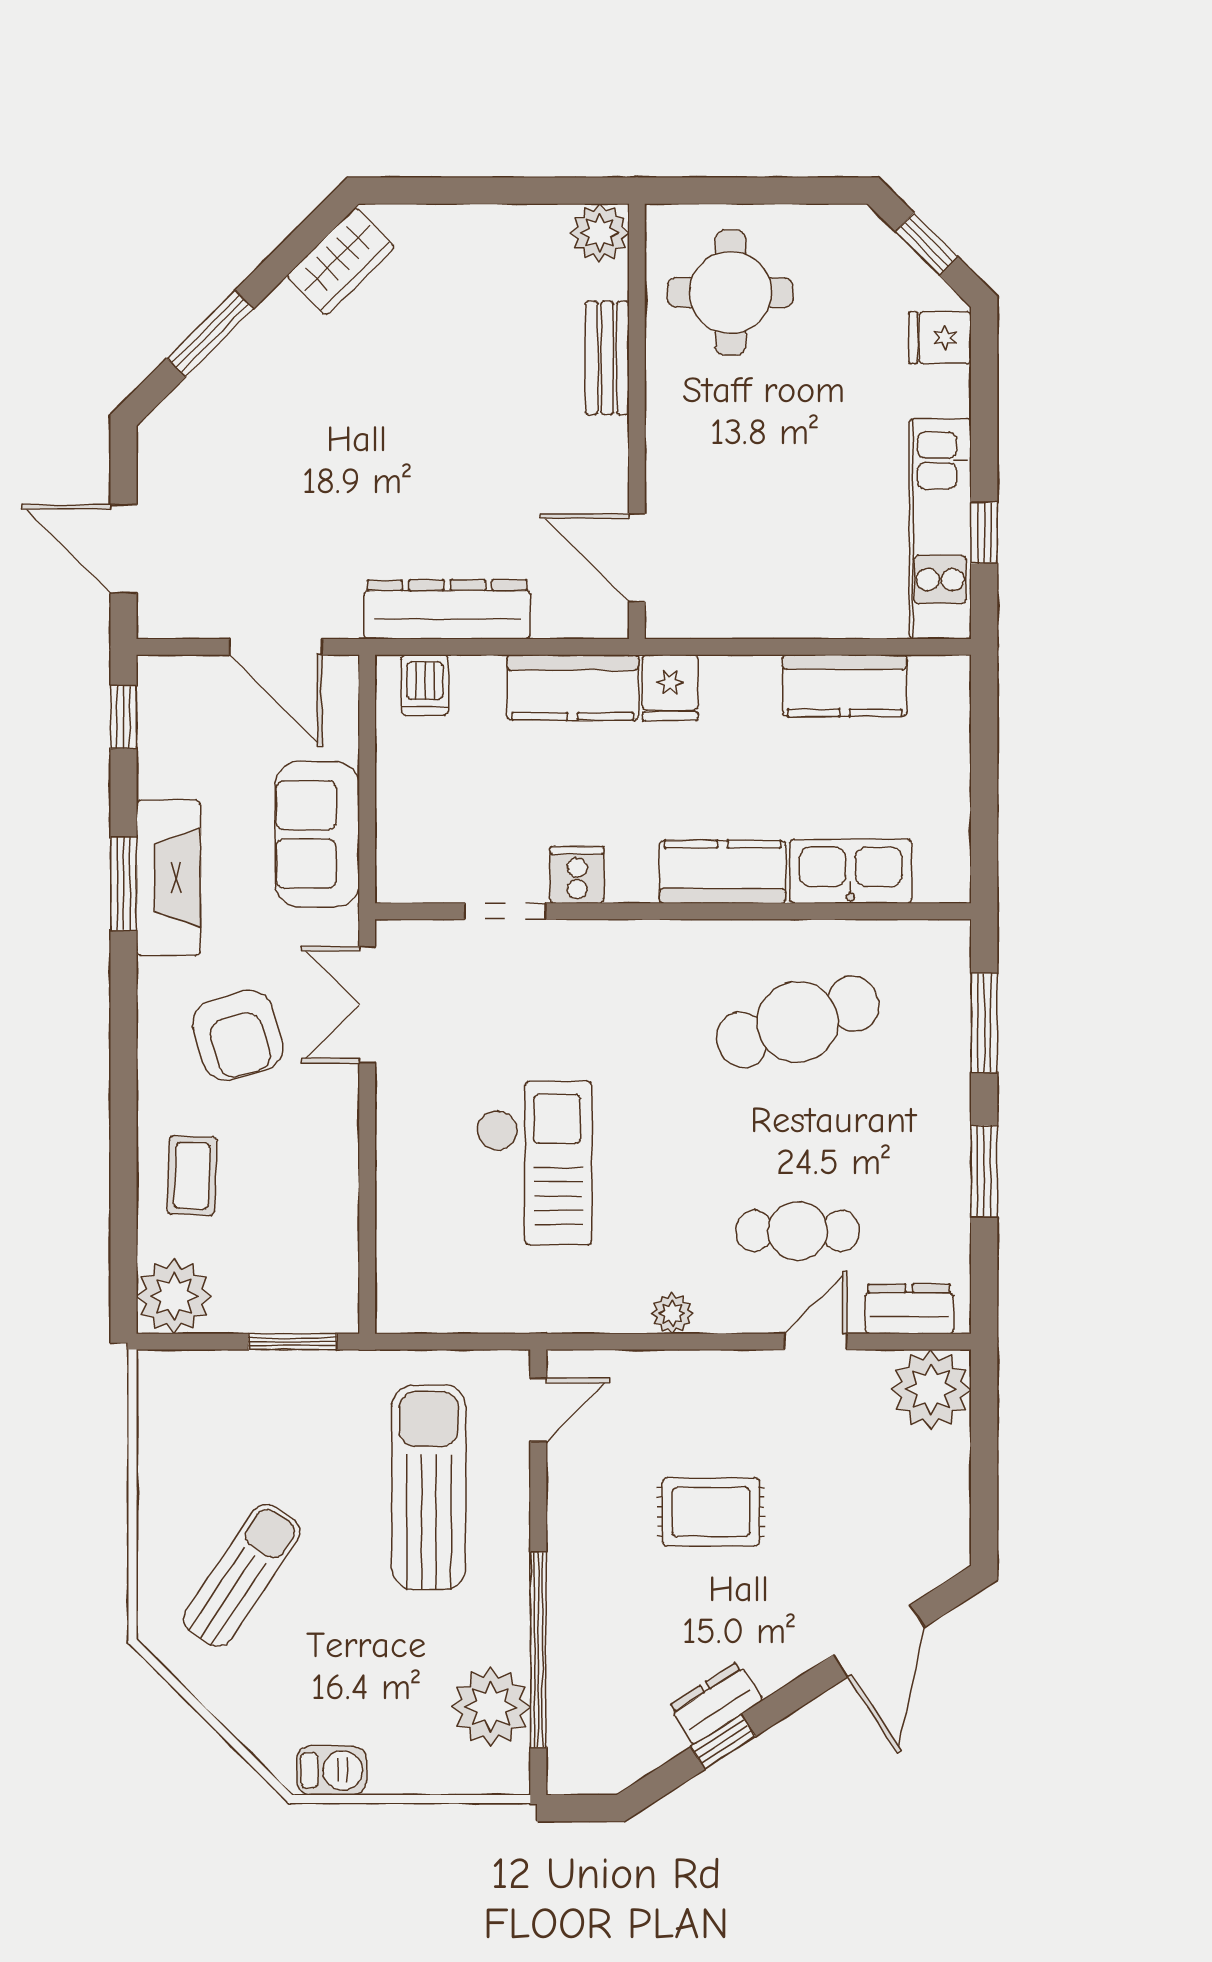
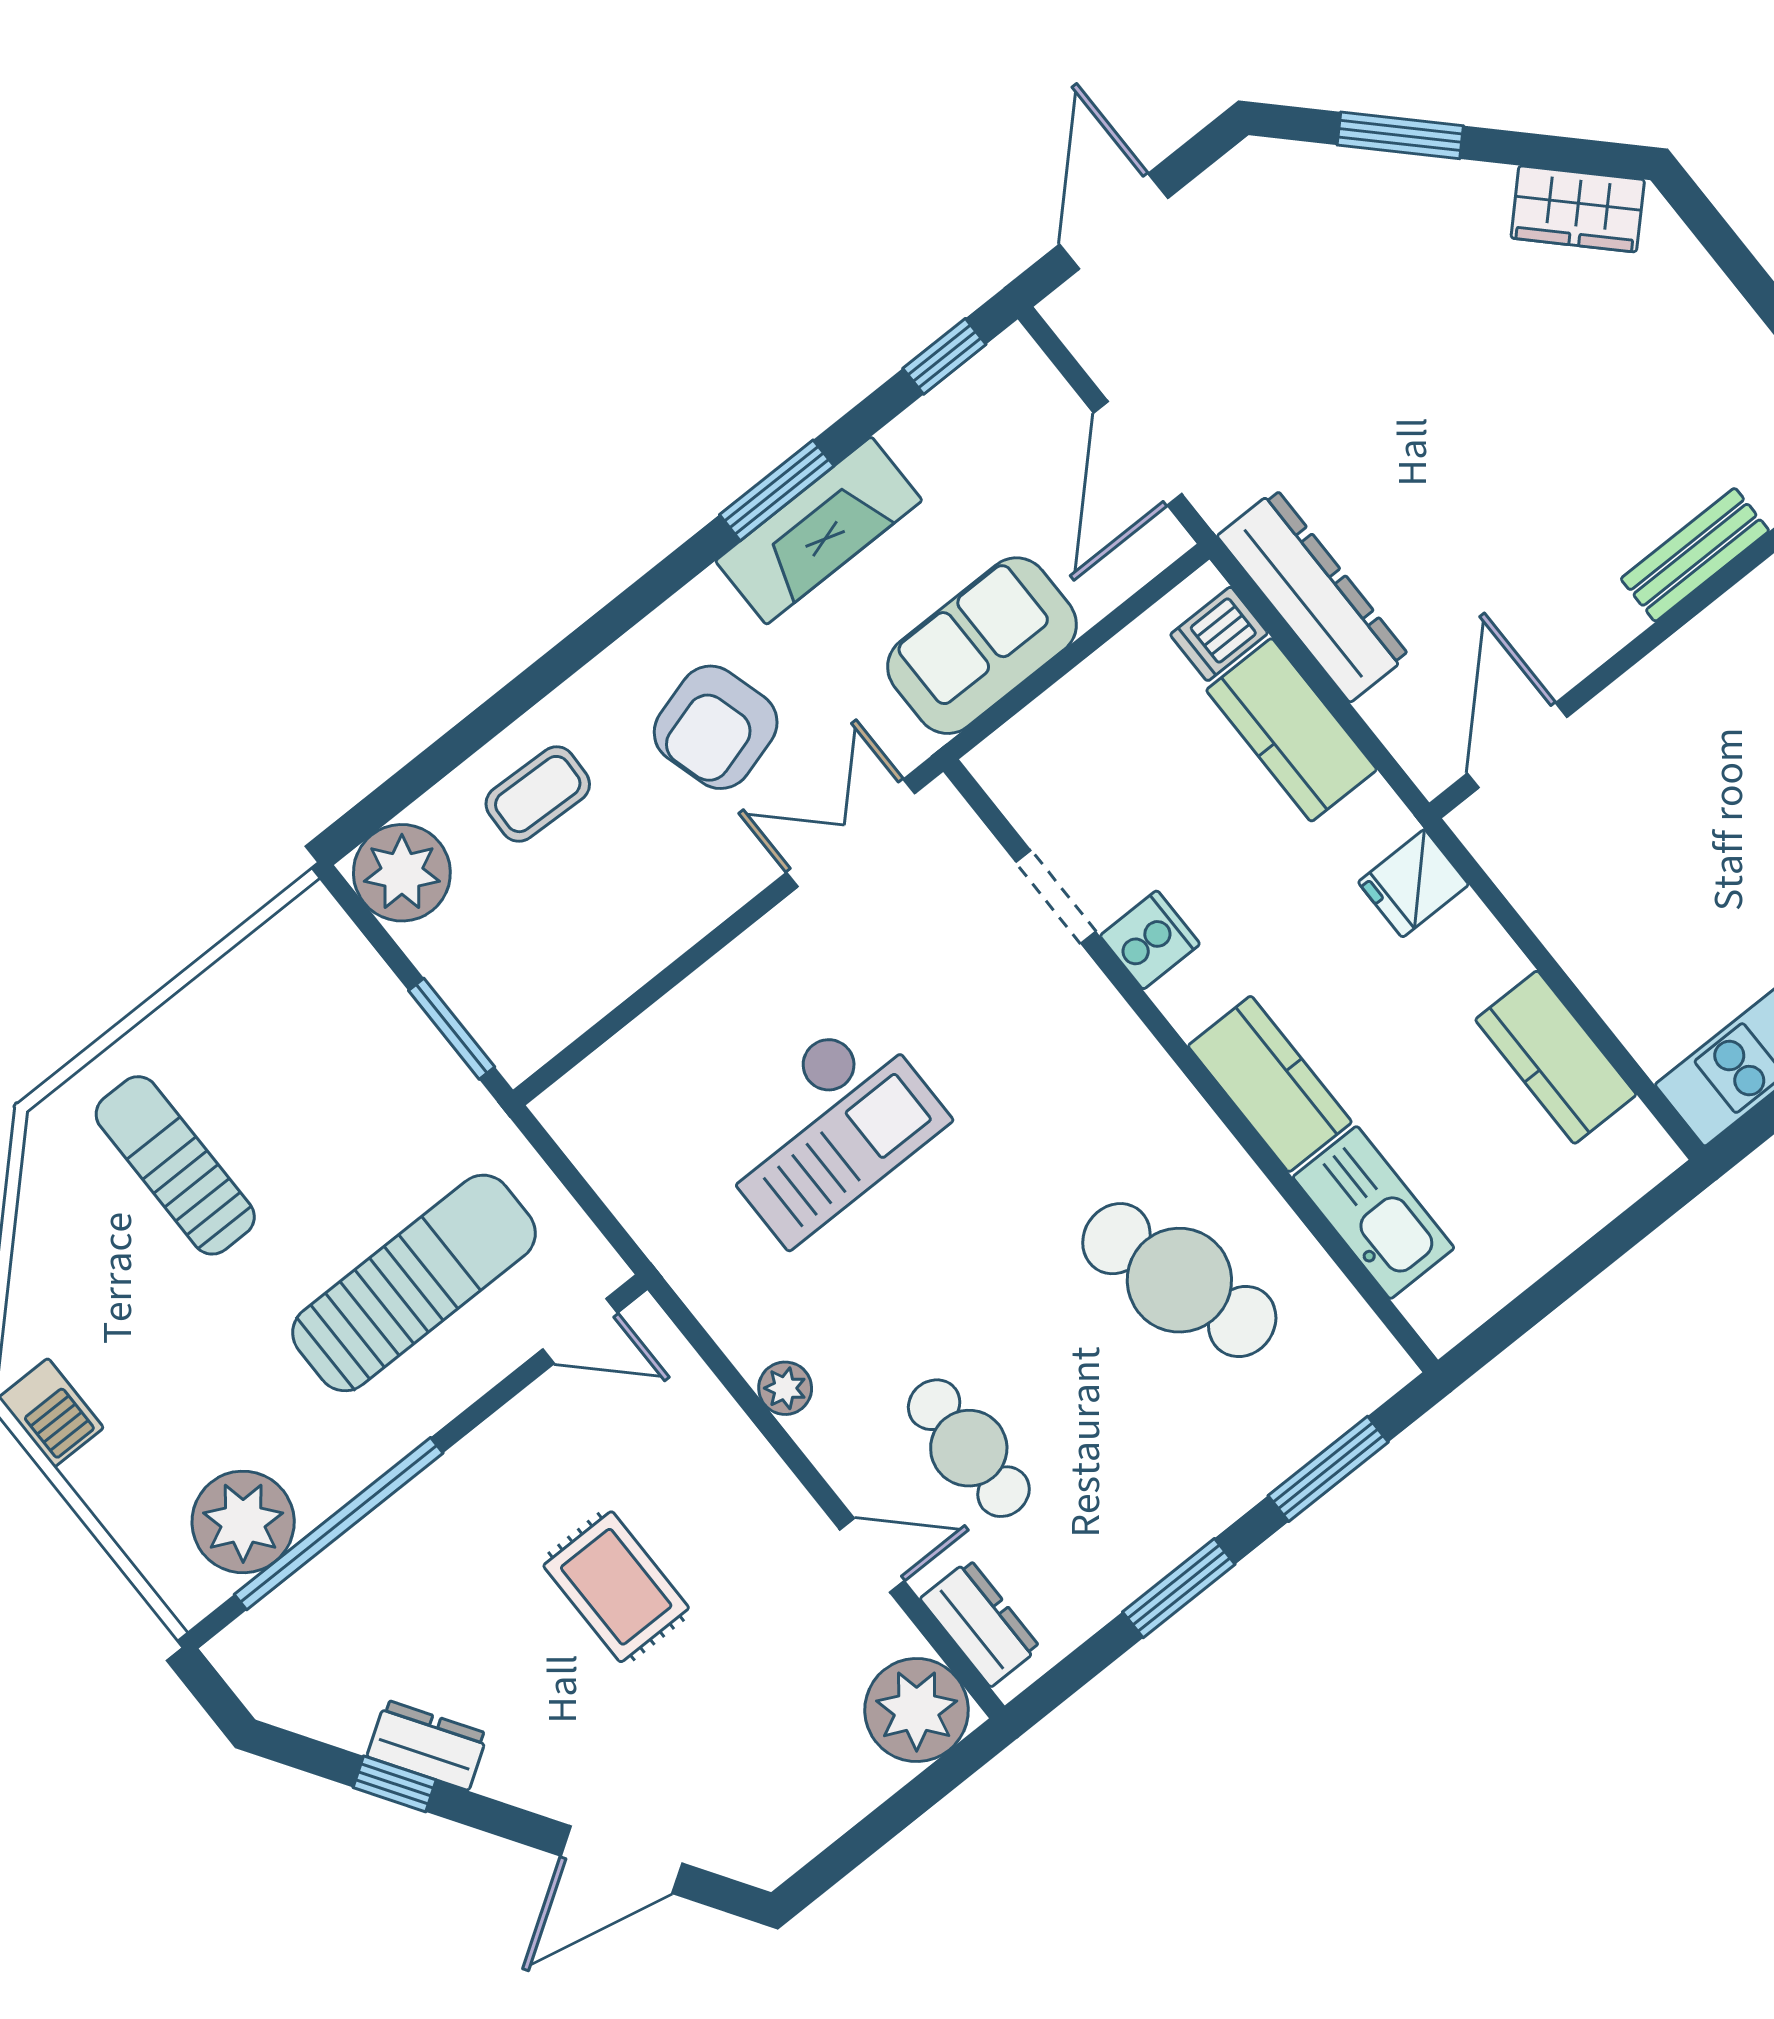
kitchen counter: (573, 687) -> (1291, 730), moved
sun lounger: (242, 1575) -> (175, 1165), turned -124

